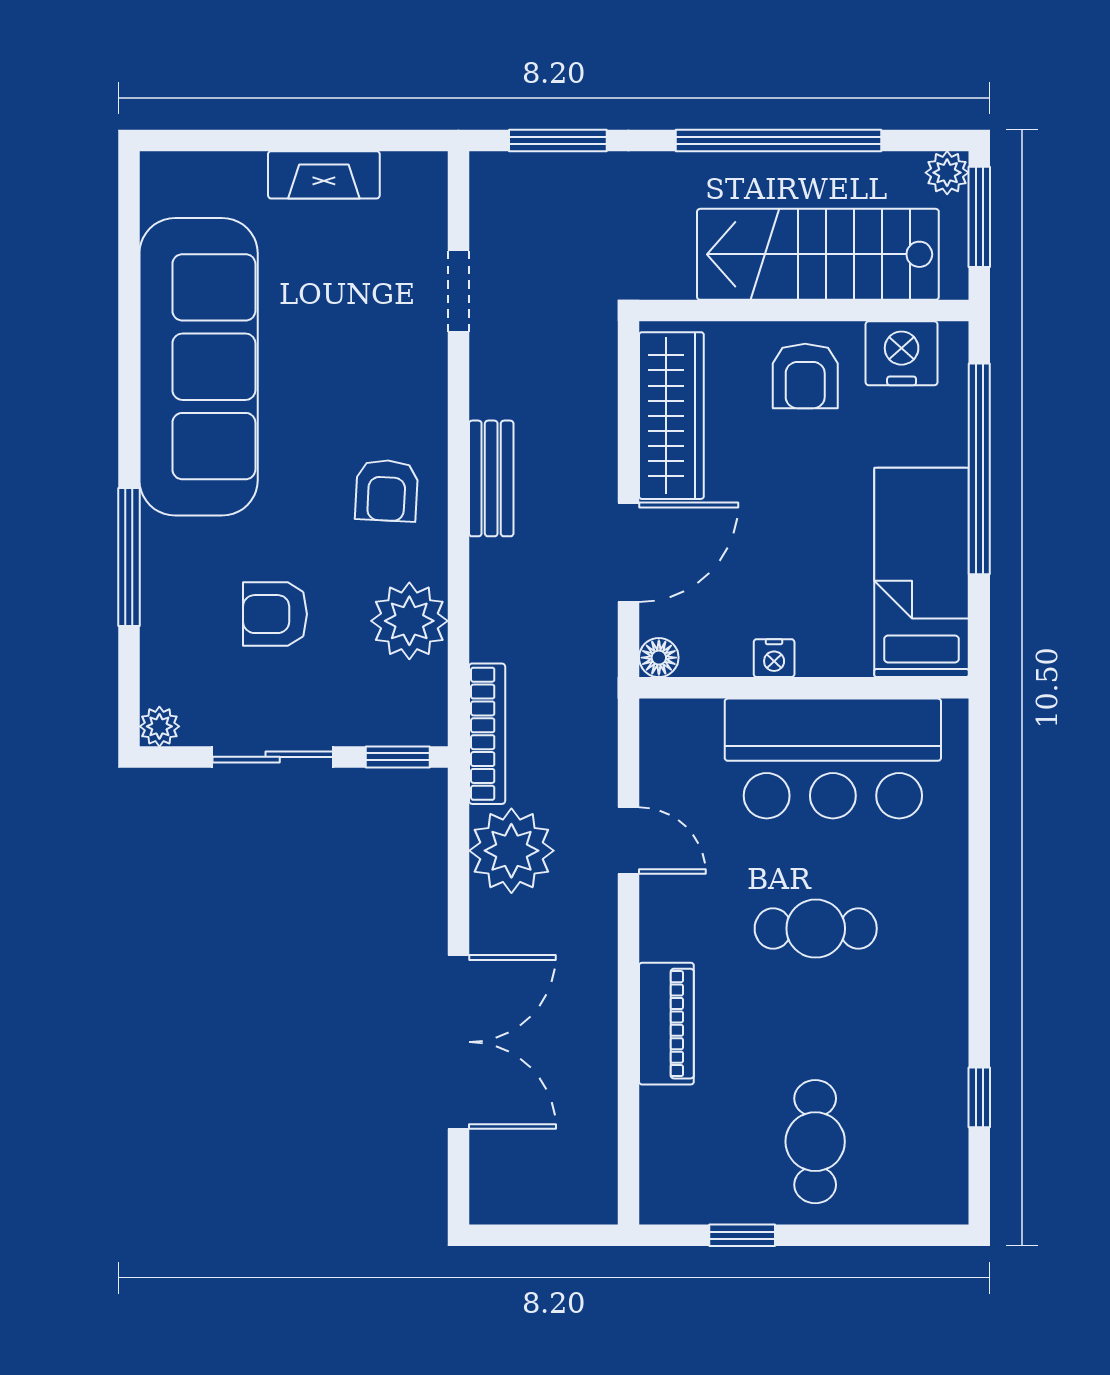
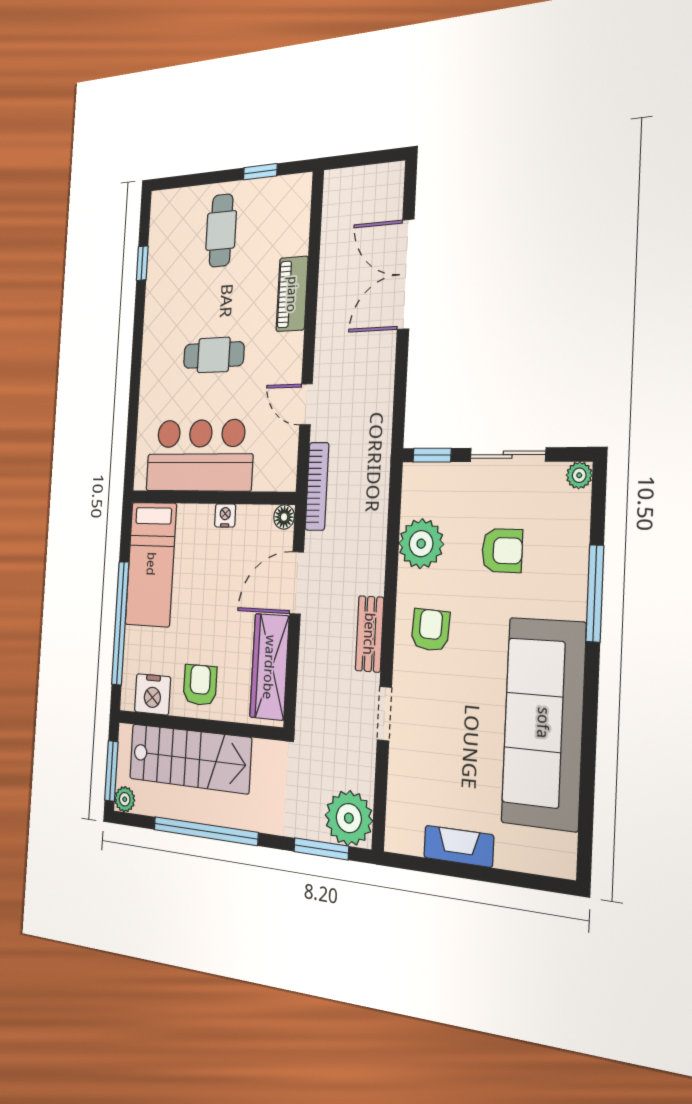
doorway: (458, 291) -> (384, 714), moved
bookcase: (487, 734) -> (317, 486), moved, turned 180
plant: (511, 851) -> (349, 818), moved

